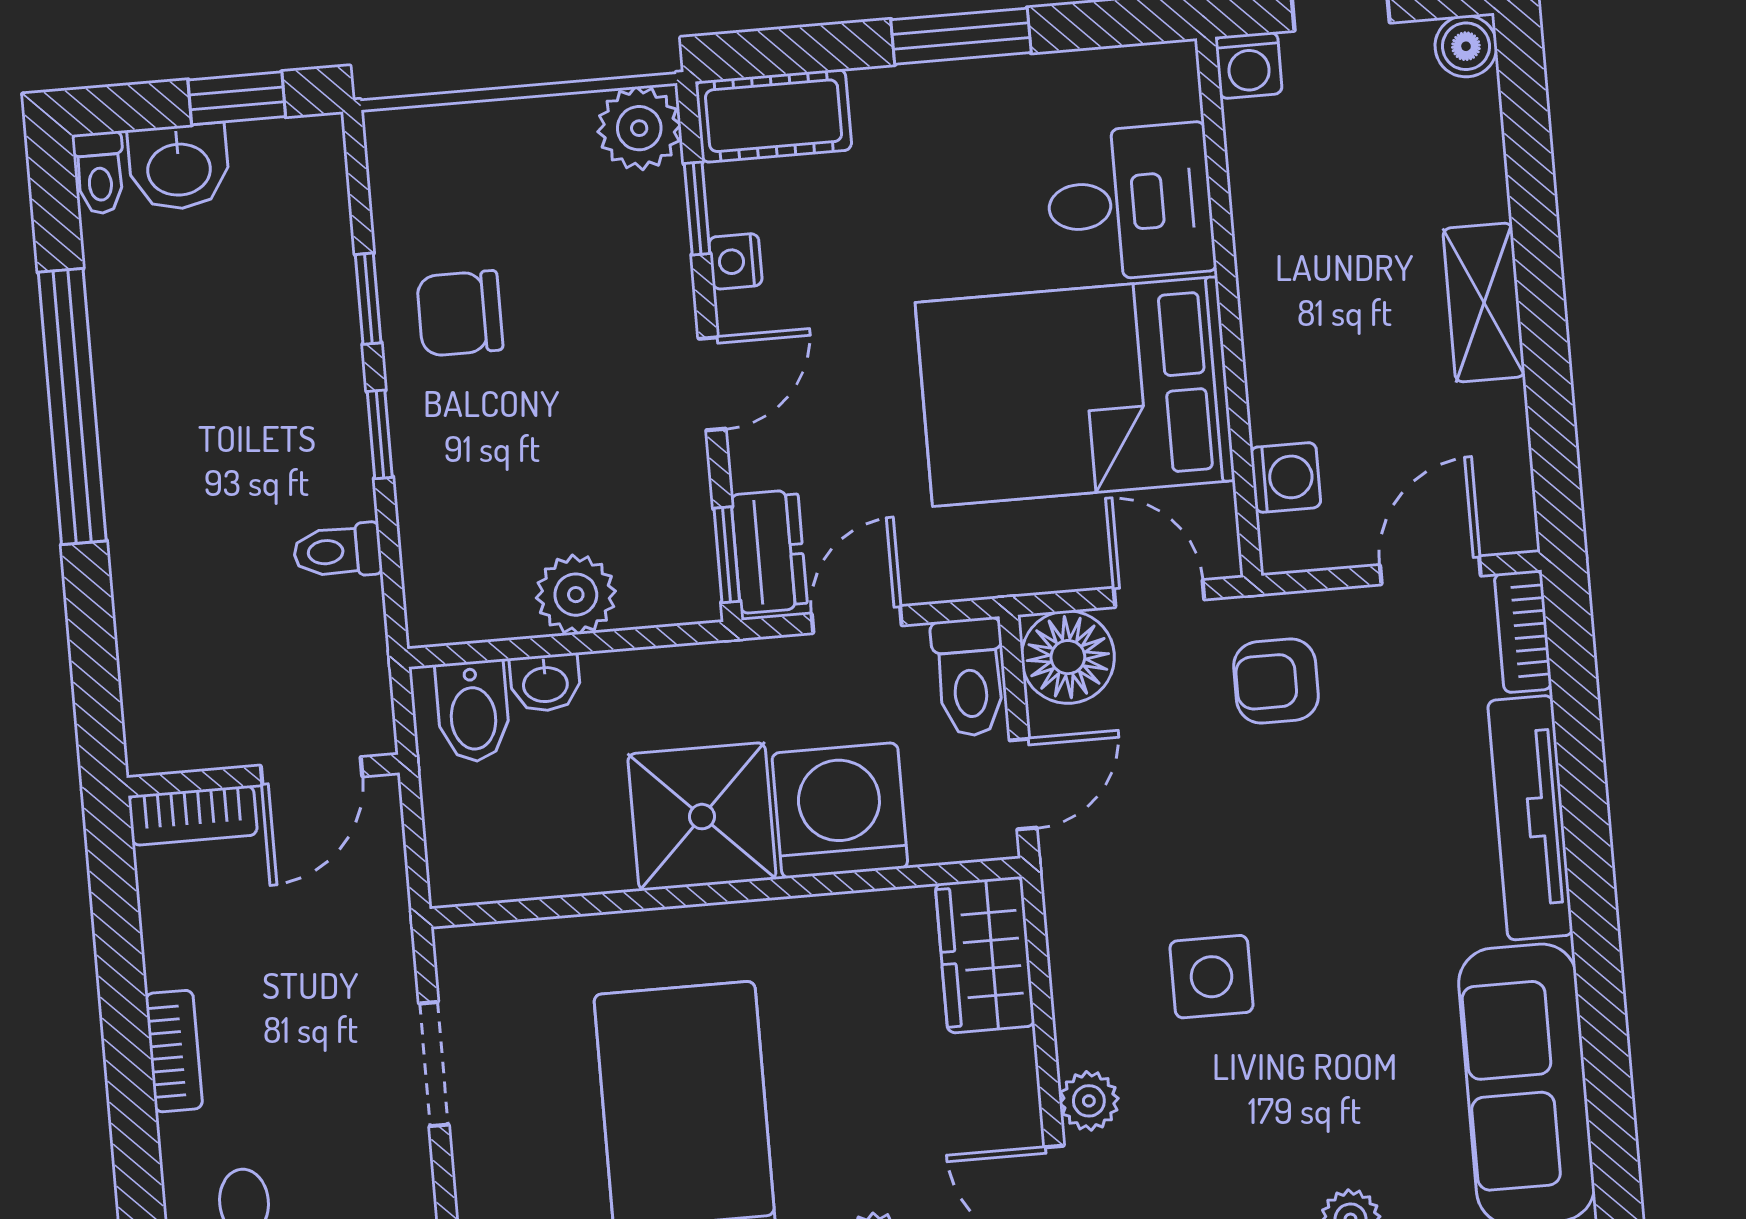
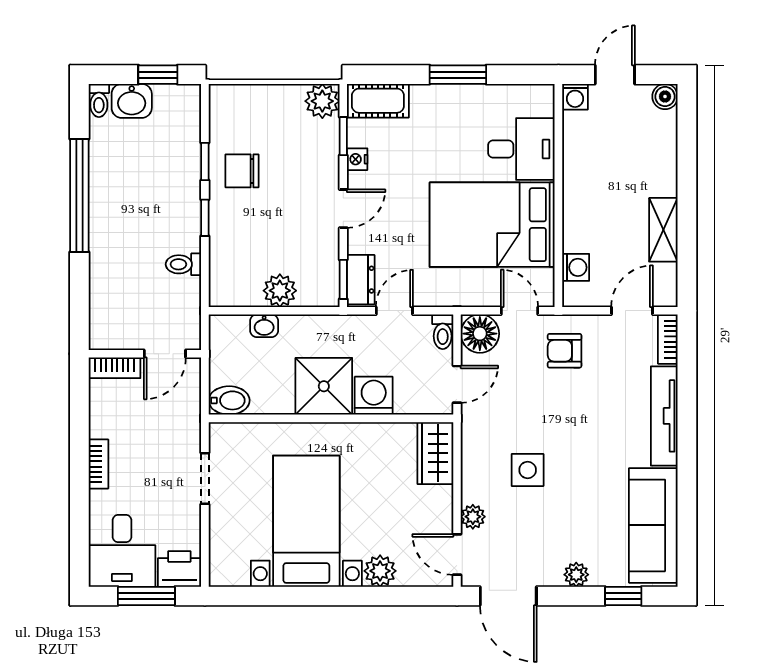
shelving: (1484, 303) -> (663, 230), moved
toilet: (970, 677) -> (443, 332), width x0.73, depth x0.72
bidet: (473, 711) -> (229, 400), moved, turned -90
washing machine: (840, 810) -> (374, 396), width x0.73, depth x0.73

